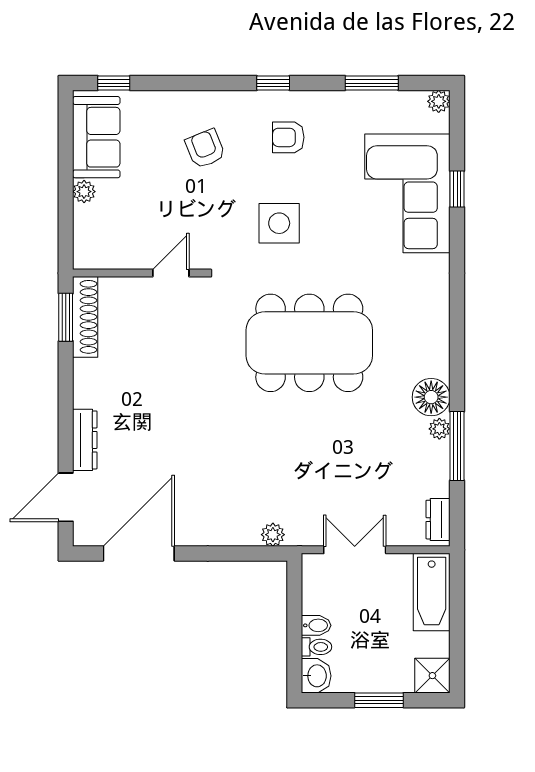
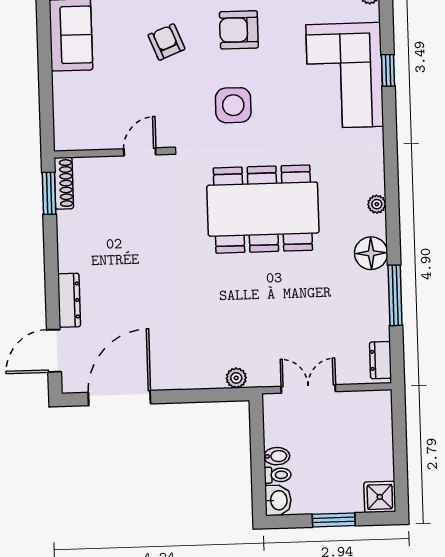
armchair: (288, 137) -> (239, 30), width x1.38, depth x1.38
plant: (84, 192) -> (62, 83), removed
shoe rack: (85, 317) -> (64, 183), width x0.74, depth x0.81
plant: (439, 429) -> (377, 204), moved
bathtub: (432, 592) -> (377, 424), removed

